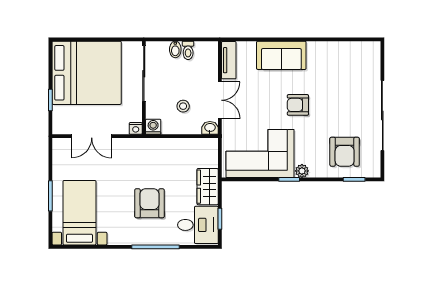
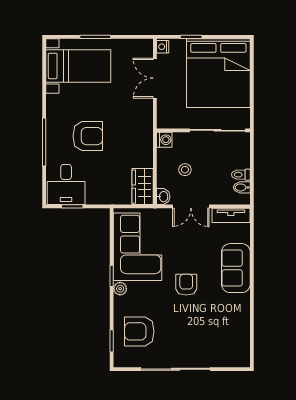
bidet: (175, 49) -> (242, 187), moved
nightstand: (136, 128) -> (163, 47), moved
wardrobe: (208, 187) -> (143, 187), moved, turned -90

